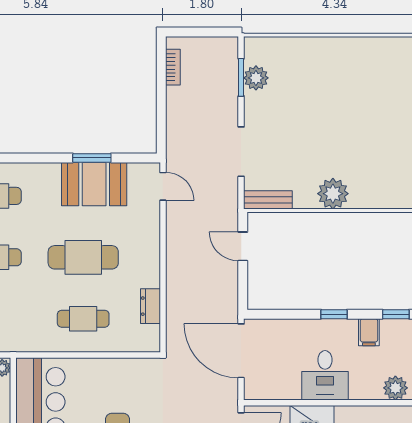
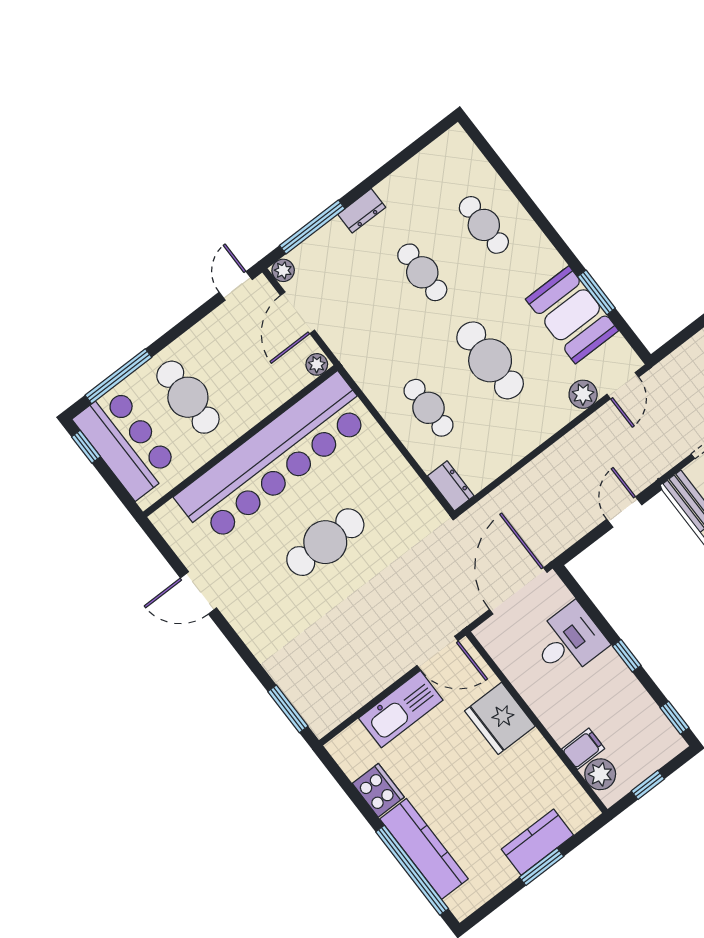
plant: (149, 215) -> (583, 394), added
dresser: (150, 306) -> (451, 486), moved, turned 90
filing cabinet: (369, 332) -> (583, 749), moved, turned 180
desk: (325, 375) -> (569, 641), moved, turned 180

